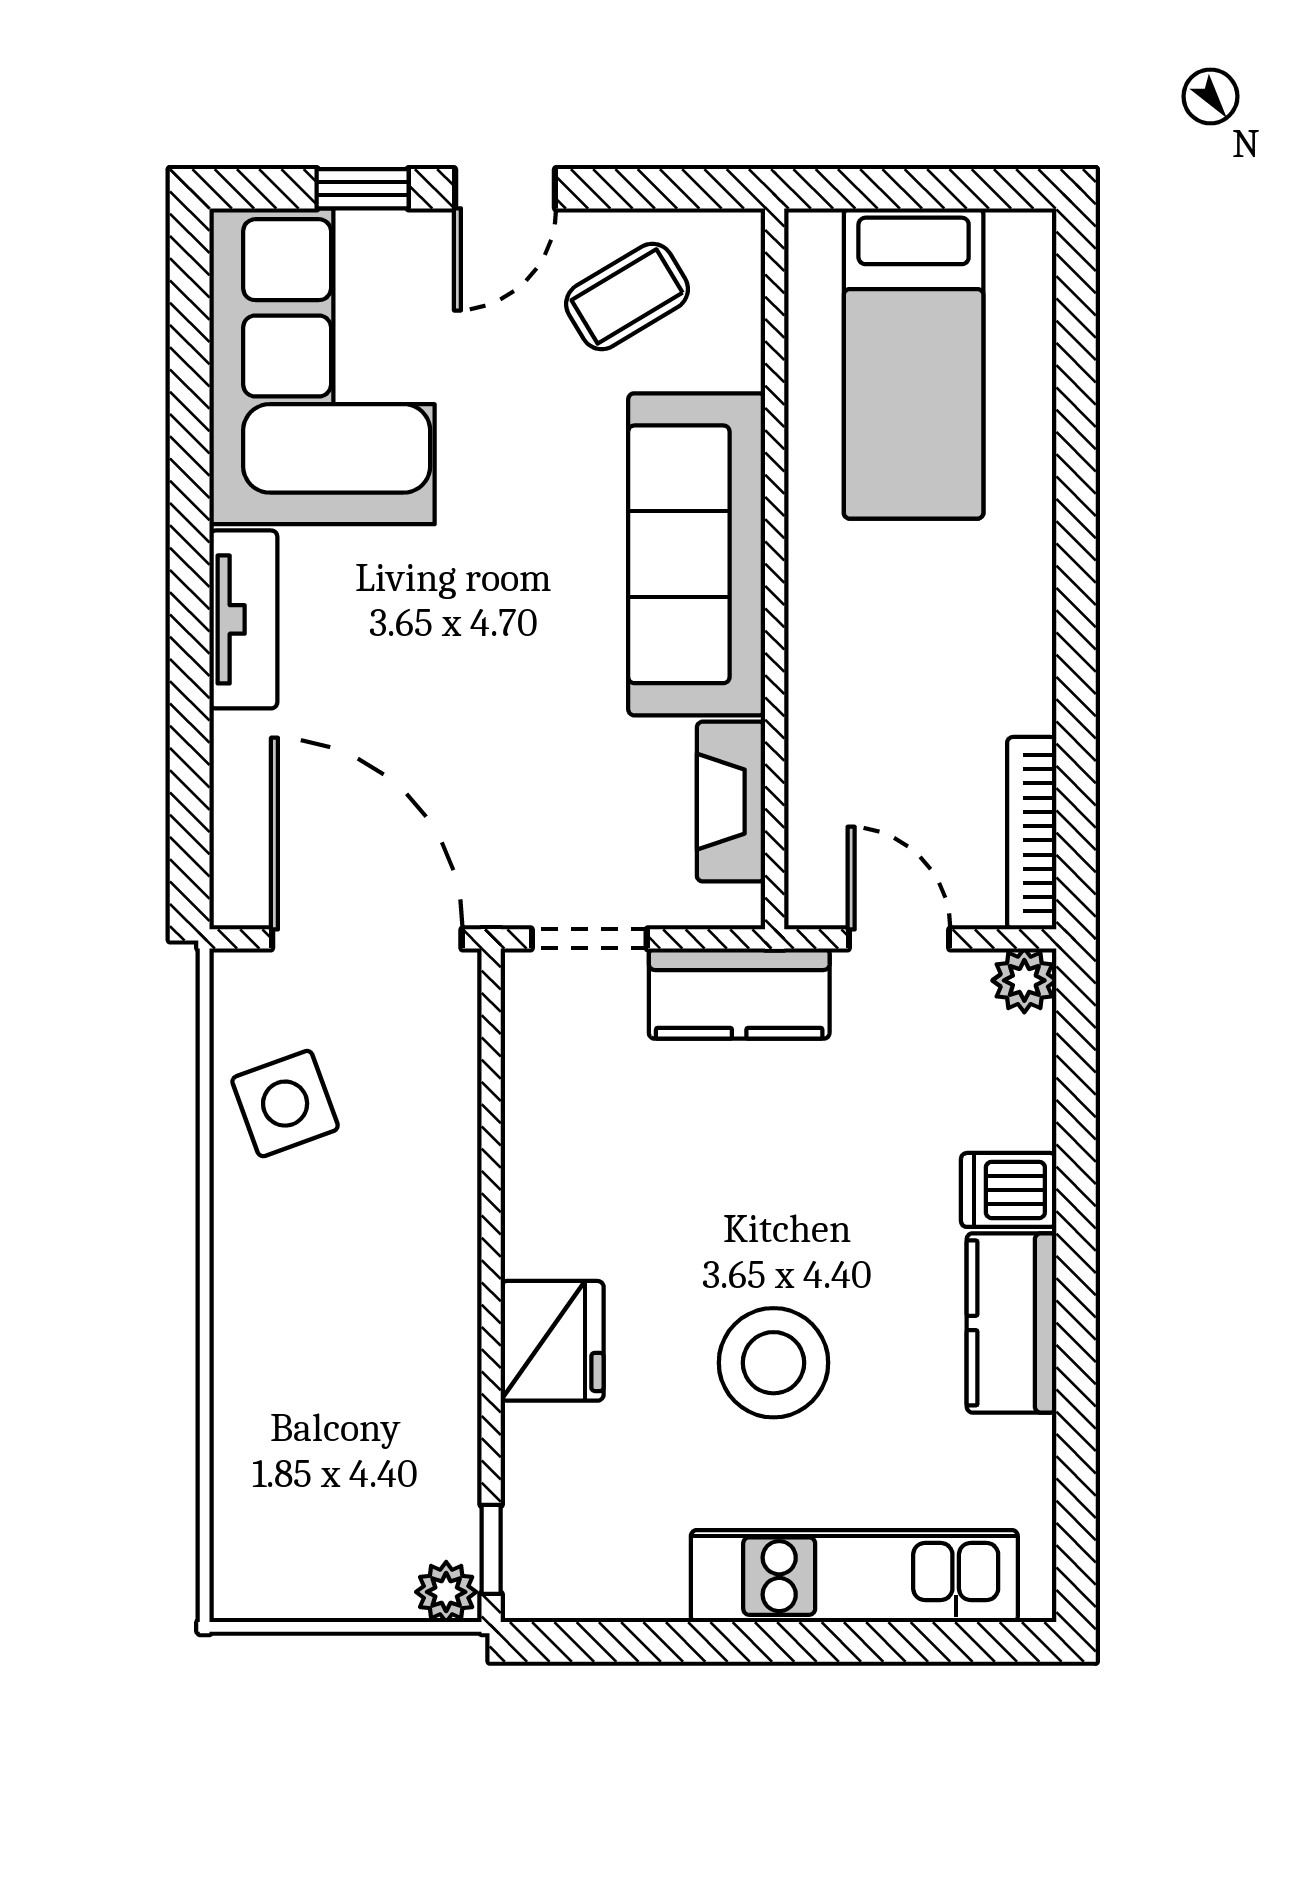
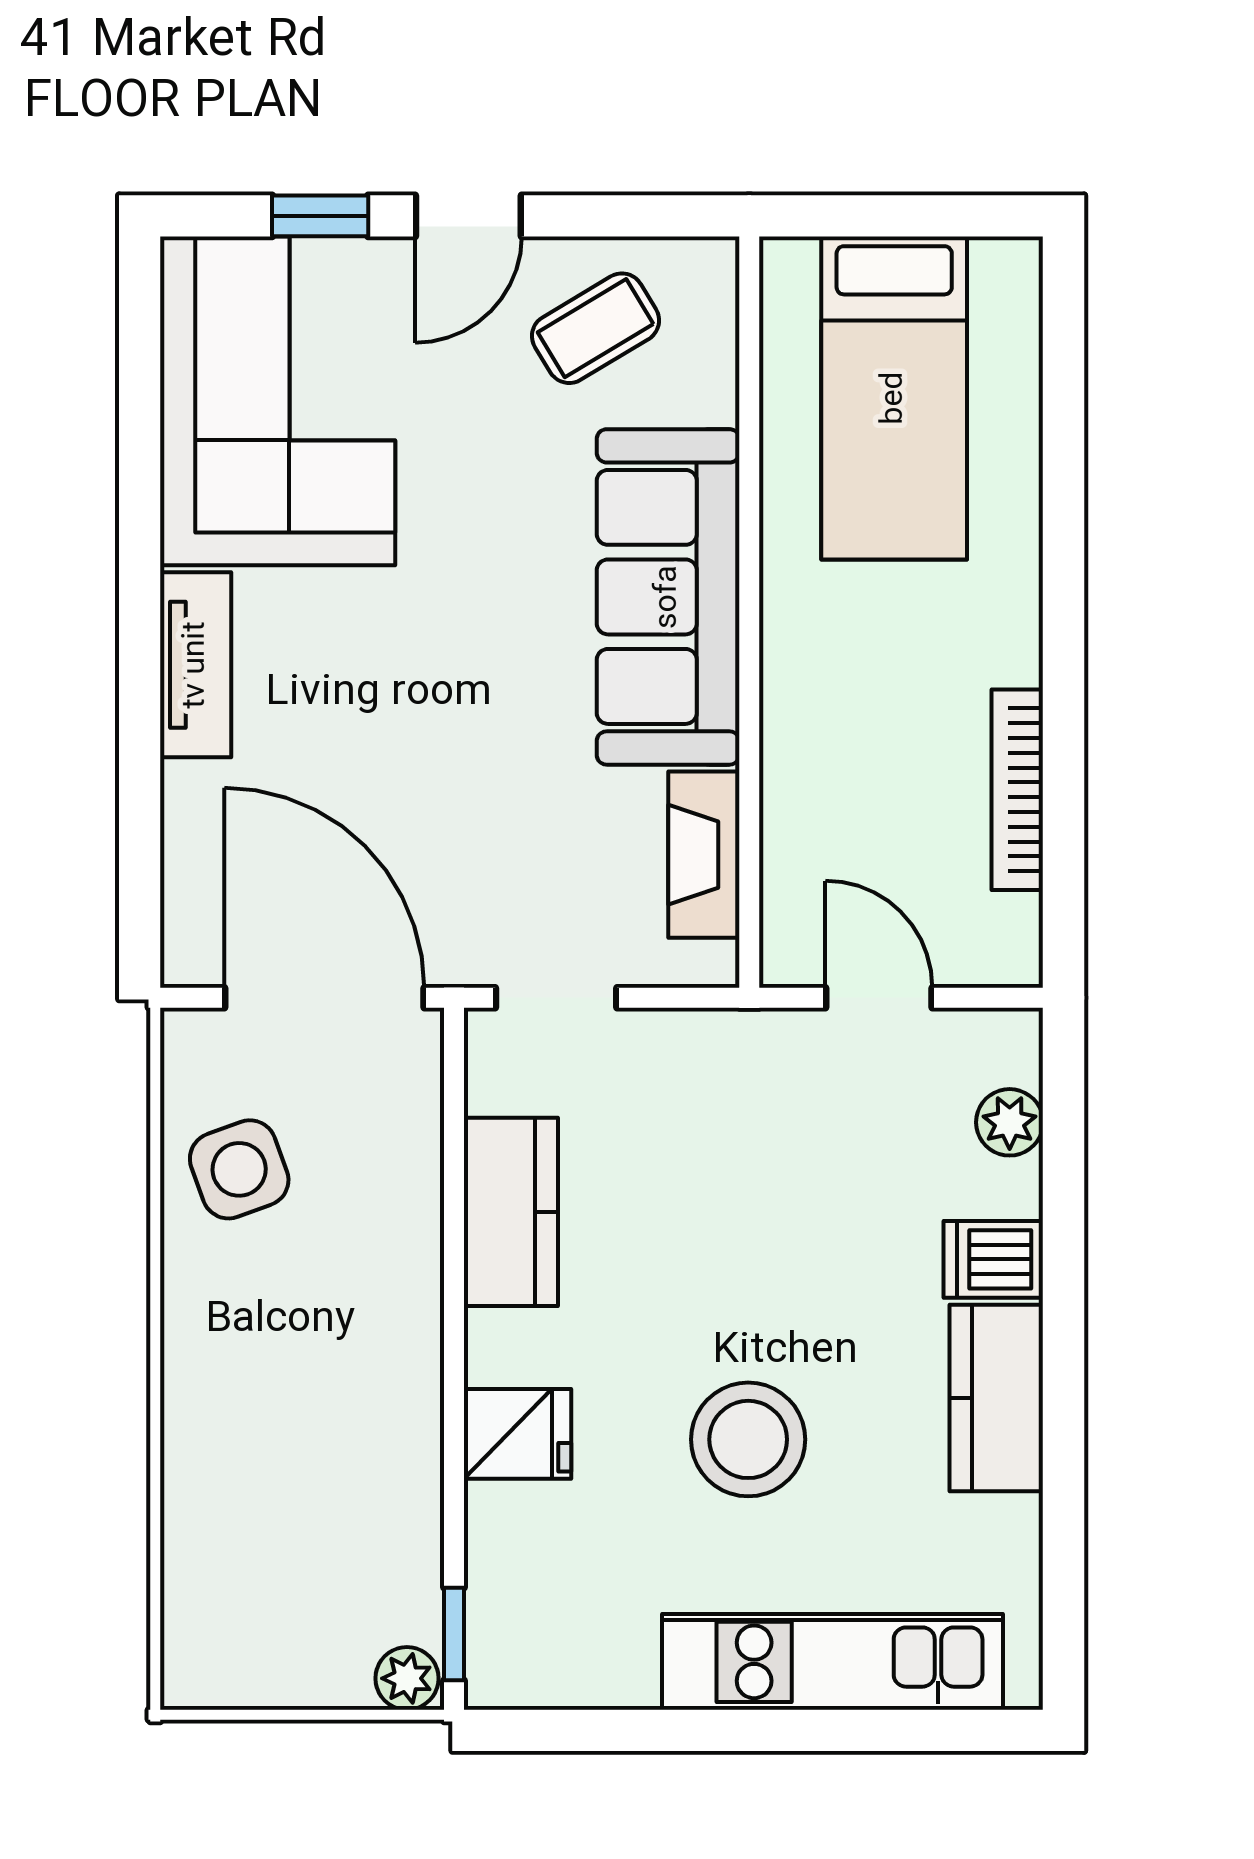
bookcase: (1032, 833) -> (1017, 790), moved
plant: (1024, 980) -> (1010, 1122), moved
kitchen counter: (739, 994) -> (511, 1212), moved, turned -90
fridge: (552, 1341) -> (517, 1434), width x0.72

